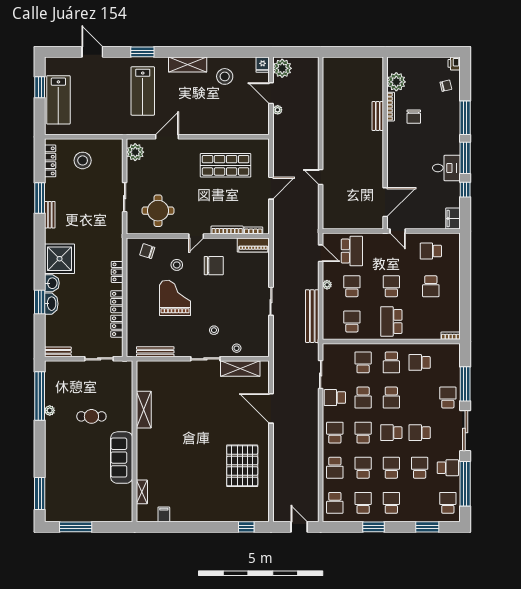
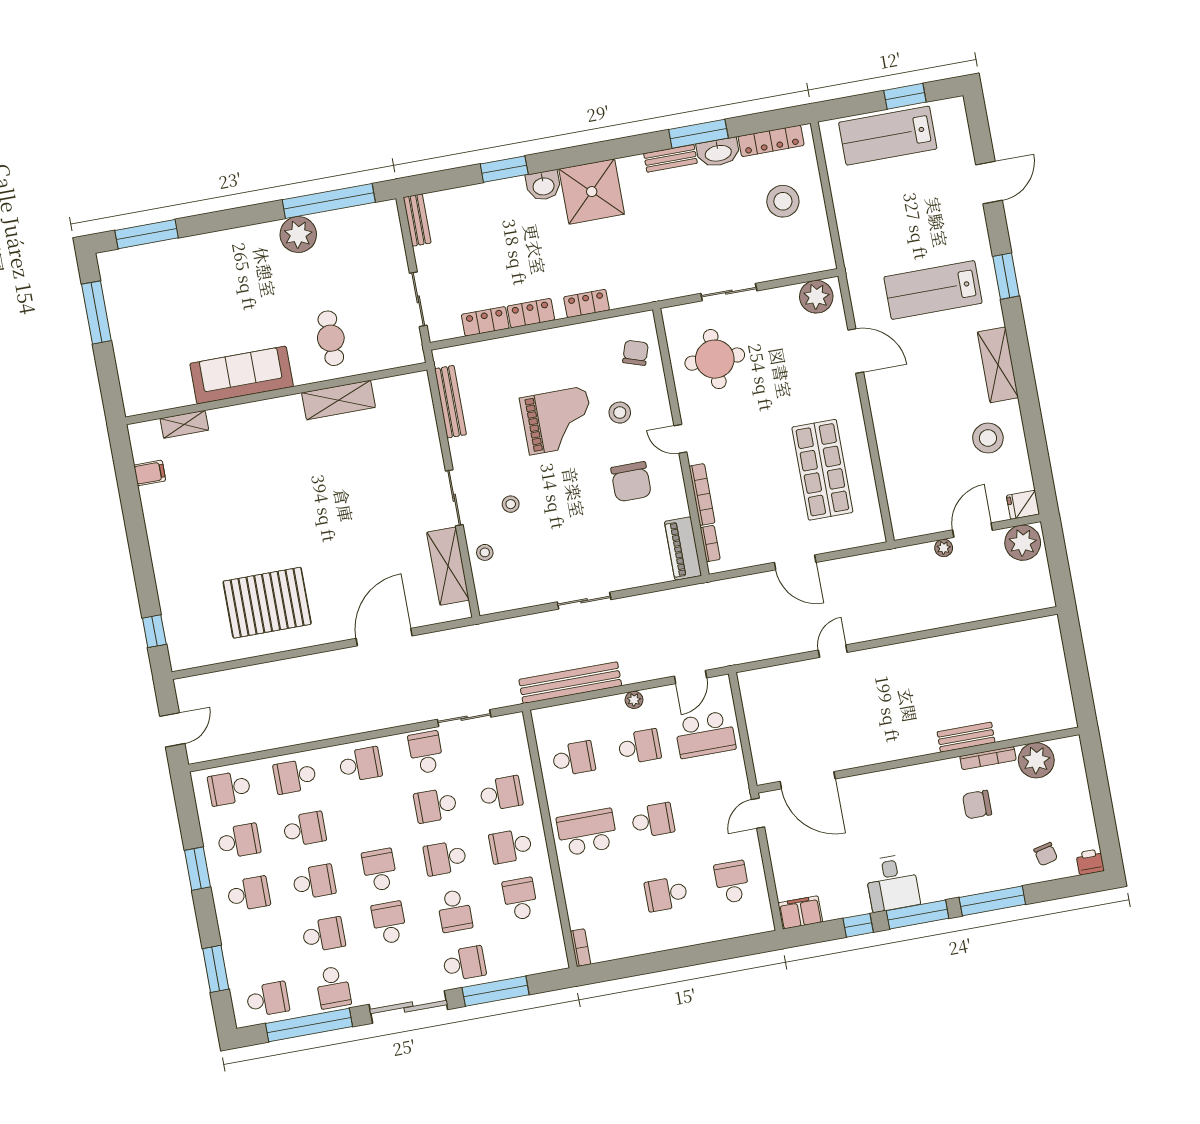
washbasin: (51, 304) -> (718, 153), moved
plant: (50, 410) -> (298, 235), width x1.87, depth x1.87
cafe table: (91, 416) -> (331, 338), moved
school desk: (363, 433) -> (455, 911), moved, turned 90

